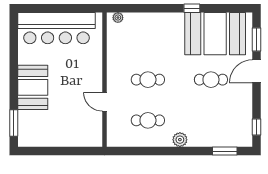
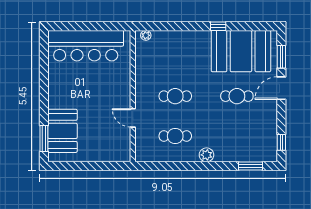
booth: (33, 87) -> (62, 131), moved

